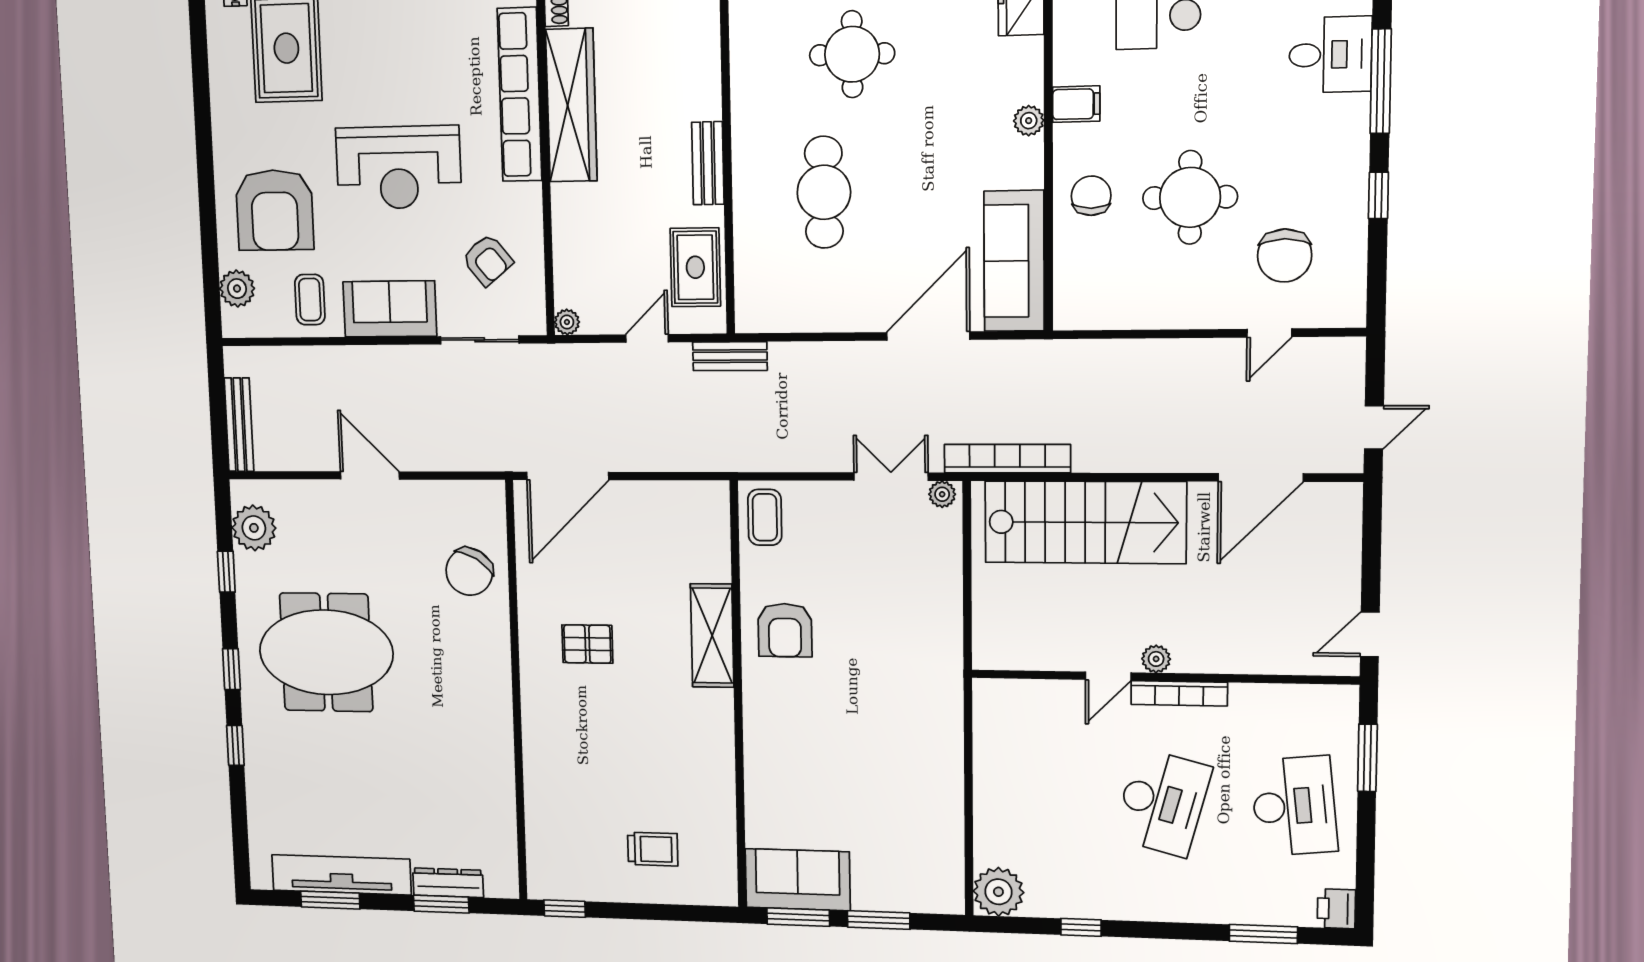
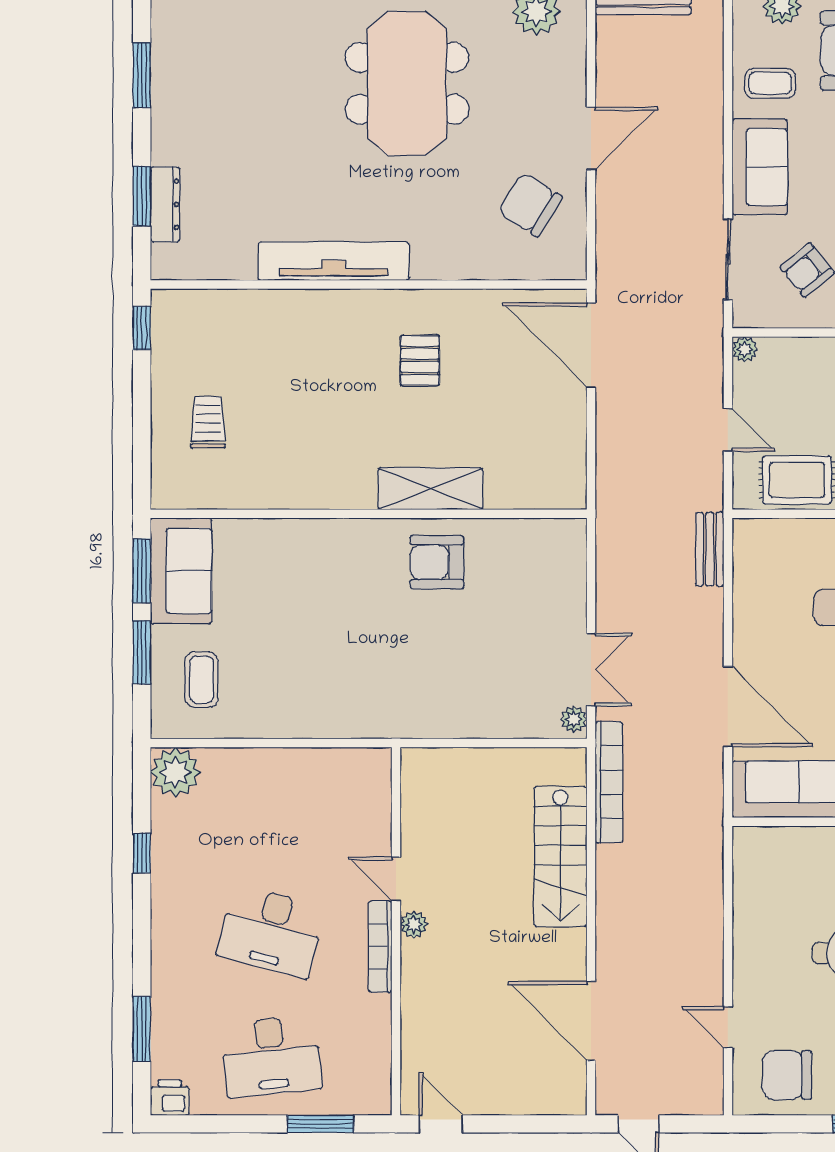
chair: (1285, 256) -> (787, 1075), moved
bench: (730, 356) -> (710, 549), moved
coffee table: (765, 517) -> (201, 680), moved, turned 90
stairs: (1085, 522) -> (560, 857), width x0.73, depth x0.66
chair: (469, 572) -> (530, 205), moved
trolley: (653, 849) -> (208, 422), turned 180
tv unit: (341, 875) -> (334, 261), moved, turned -90

